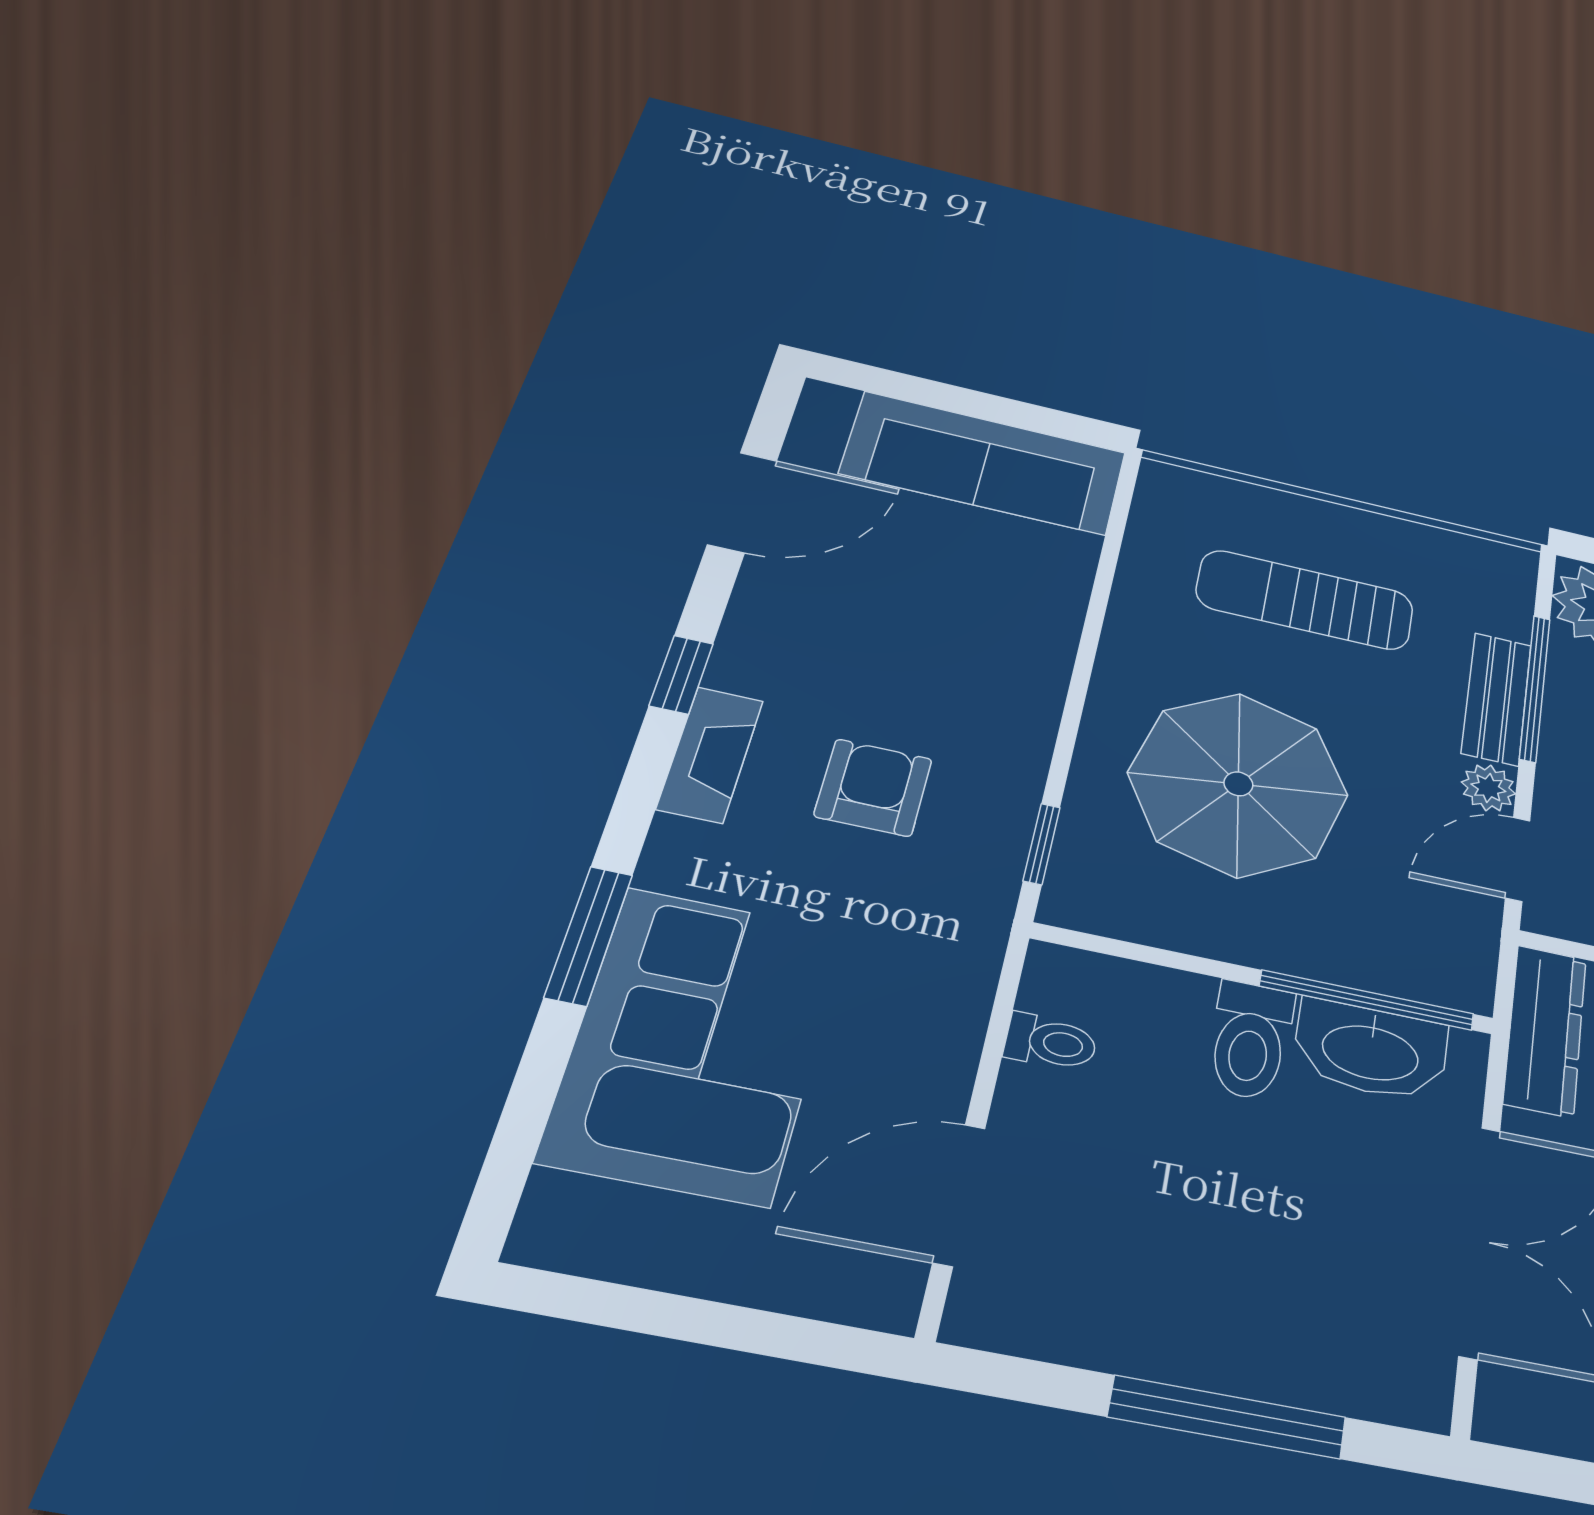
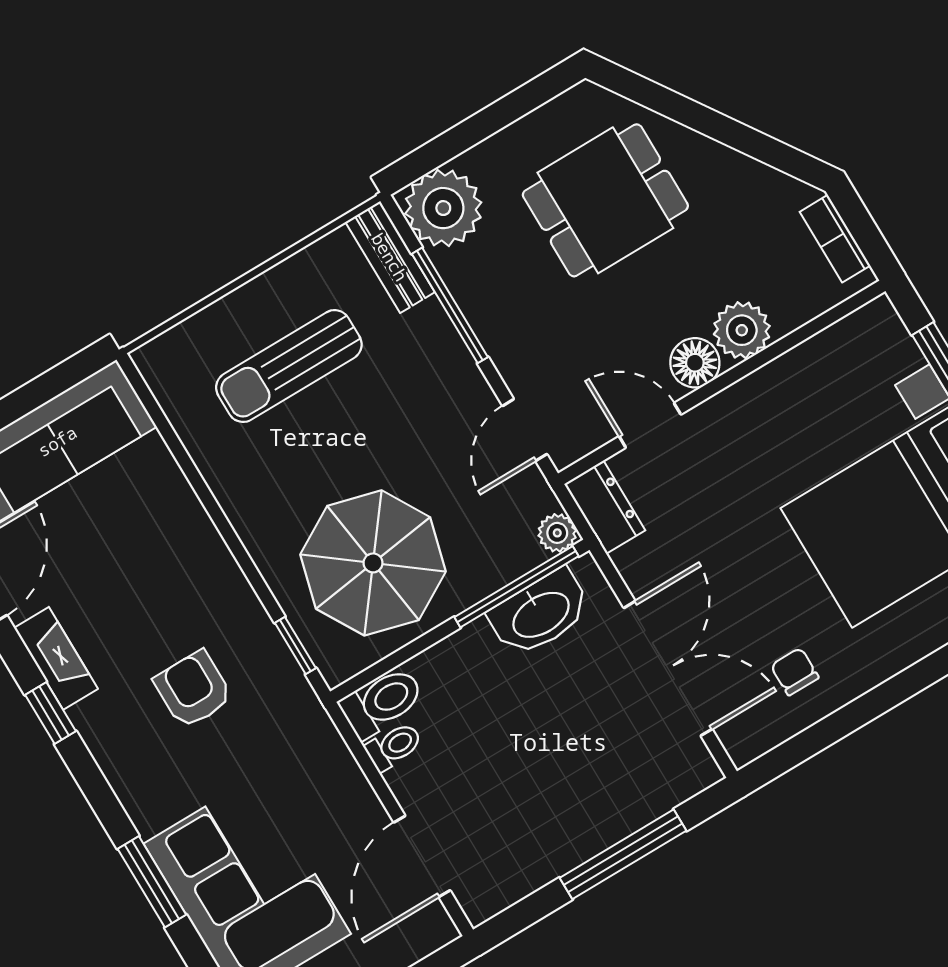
bench: (1497, 699) -> (390, 257), moved
fireplace: (710, 754) -> (56, 658), moved
parasol: (1238, 784) -> (373, 563), moved
plant: (1488, 788) -> (557, 533), moved
dresser: (1545, 1030) -> (605, 507), width x0.70
toilet: (1250, 1040) -> (382, 702), moved, turned -90

